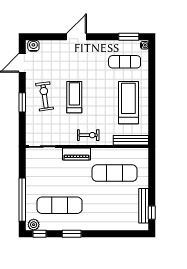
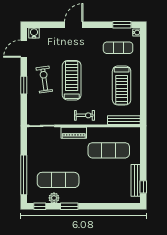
treadmill: (74, 97) -> (72, 80), width x1.37, depth x1.38
treadmill: (128, 103) -> (122, 85), turned 180
plant: (34, 225) -> (54, 198), moved

